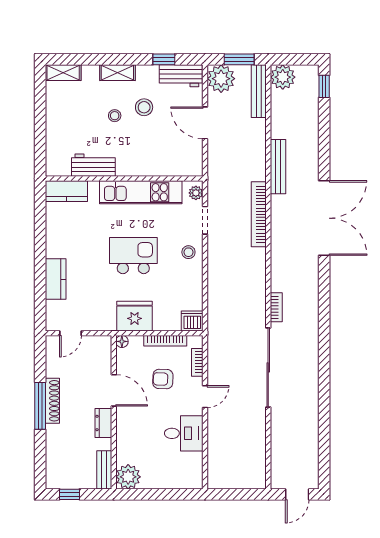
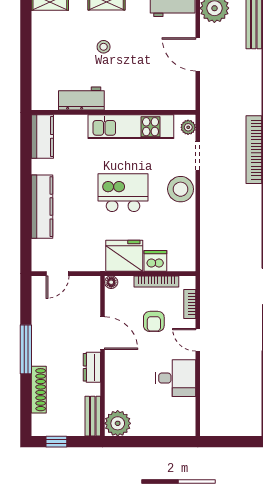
stool: (144, 107) -> (134, 38), removed
kitchen counter: (66, 191) -> (42, 136), moved, turned -90
stool: (188, 252) -> (181, 189), width x1.89, depth x1.89
kitchen counter: (56, 279) -> (42, 207), width x1.50
dishwasher: (192, 321) -> (155, 261), moved
armchair: (163, 379) -> (154, 321), turned -92
door: (205, 397) -> (198, 340), swing flipped
shoe rack: (52, 401) -> (39, 390), moved

